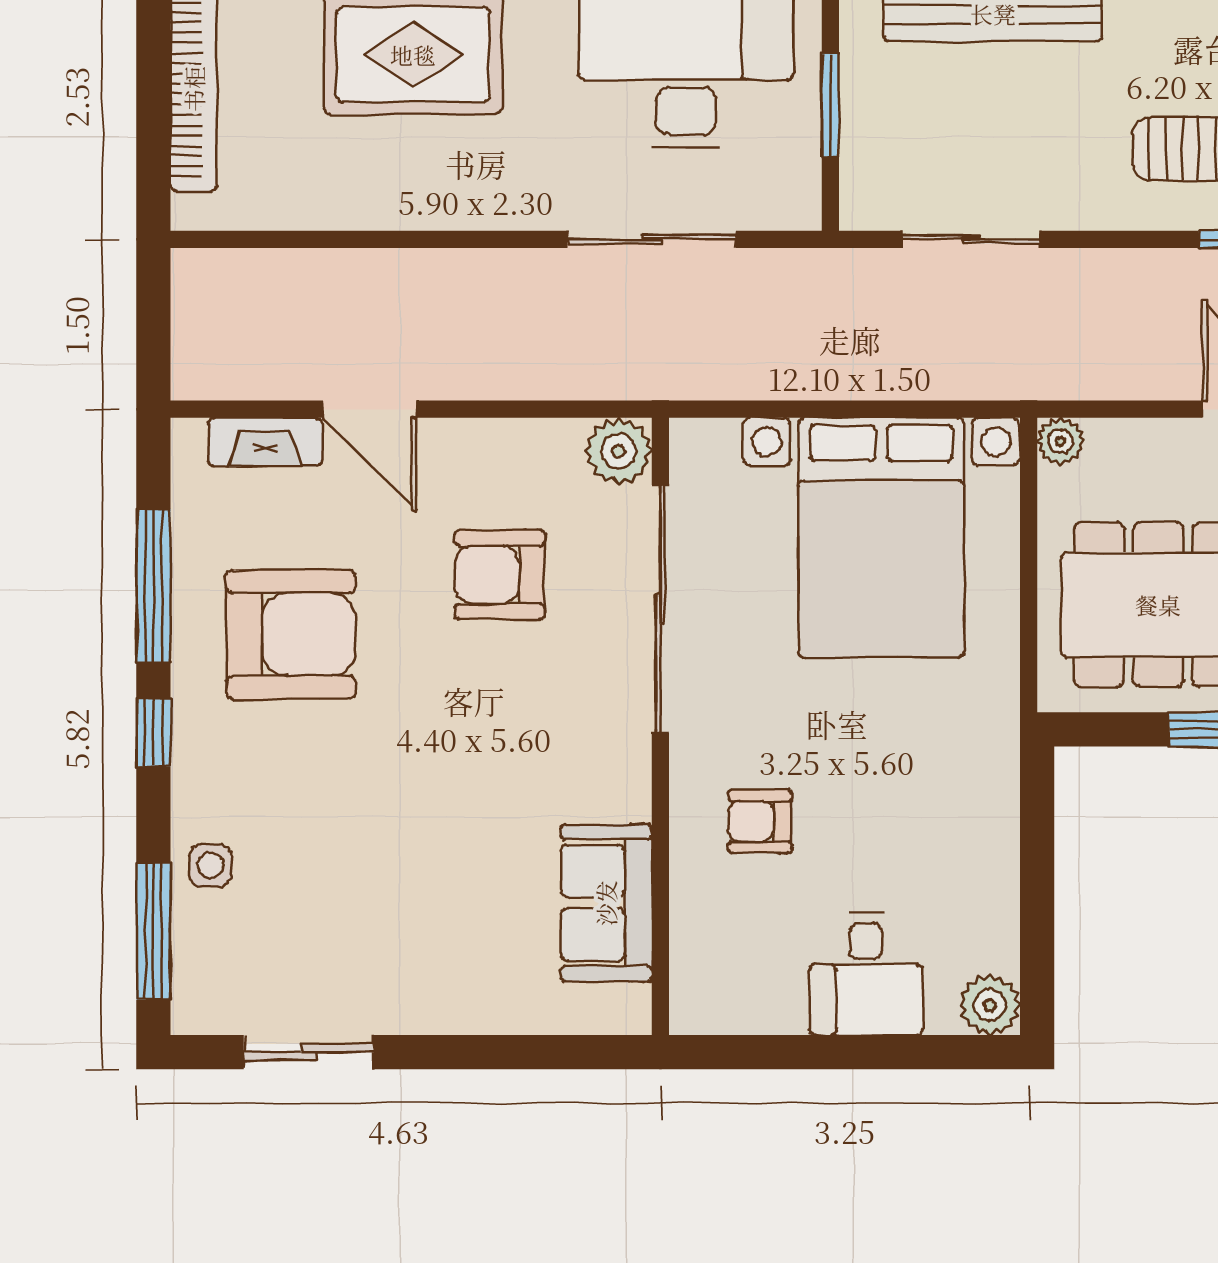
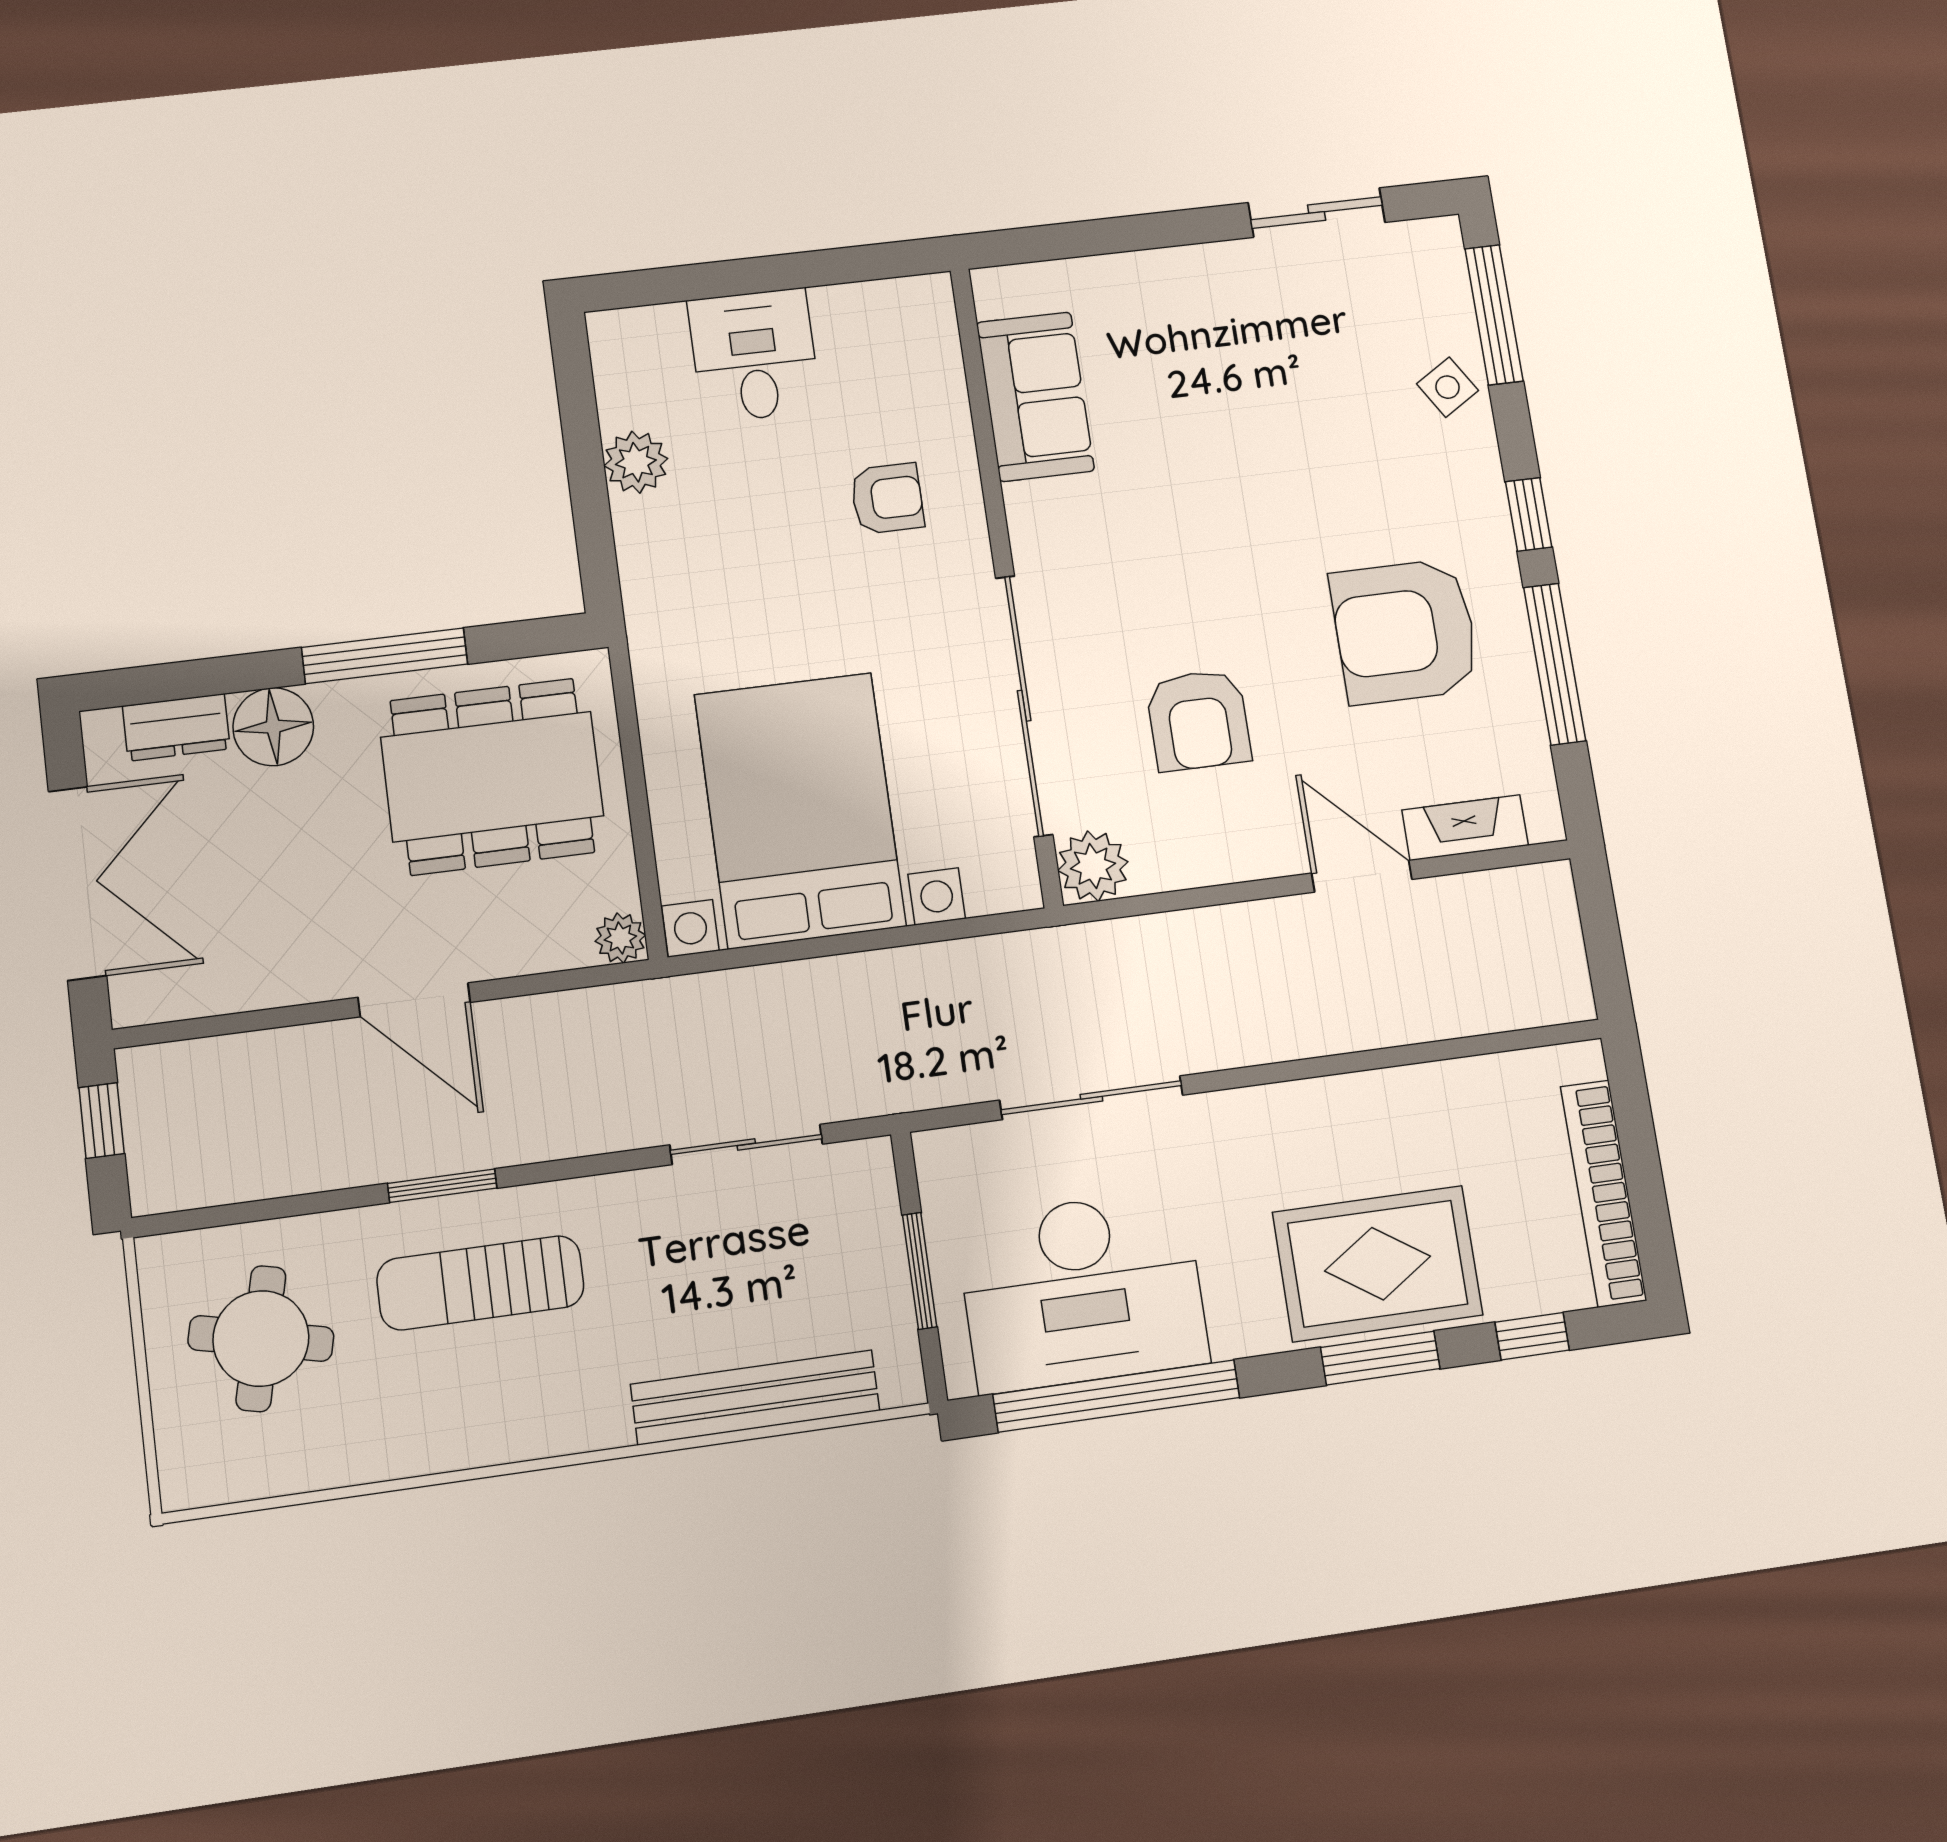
armchair: (499, 575) -> (1198, 720), turned 90
side table: (211, 865) -> (1448, 387), turned -32
plant: (990, 1005) -> (636, 462), moved

